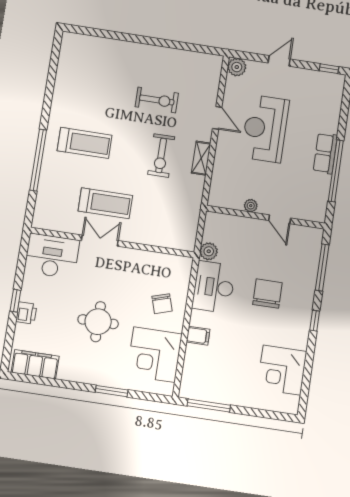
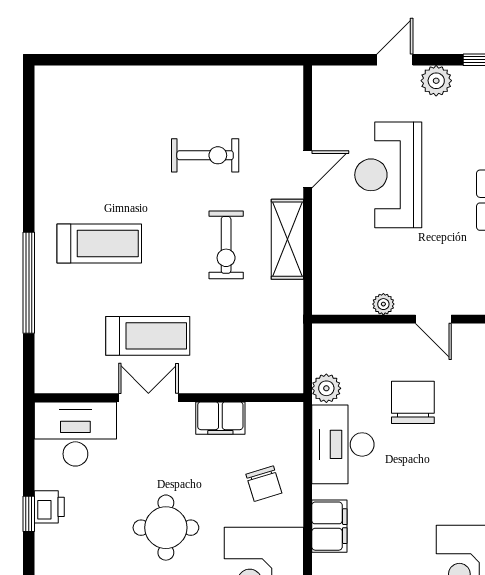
plant: (237, 67) -> (436, 81), moved
door: (217, 118) -> (308, 169), hinge flipped
shelving: (201, 158) -> (287, 239), width x1.50, depth x1.33
filing cabinet: (142, 260) -> (220, 418), added
chair: (267, 294) -> (413, 402), moved
printer: (26, 313) -> (49, 507), moved
filing cabinet: (198, 336) -> (329, 526), width x2.00

